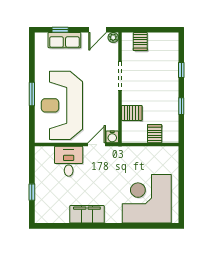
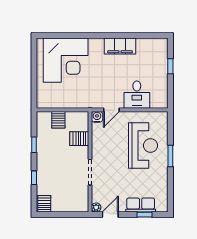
server rack: (140, 42) -> (44, 204), moved
reception desk: (62, 105) -> (143, 146), width x0.74, depth x0.77

